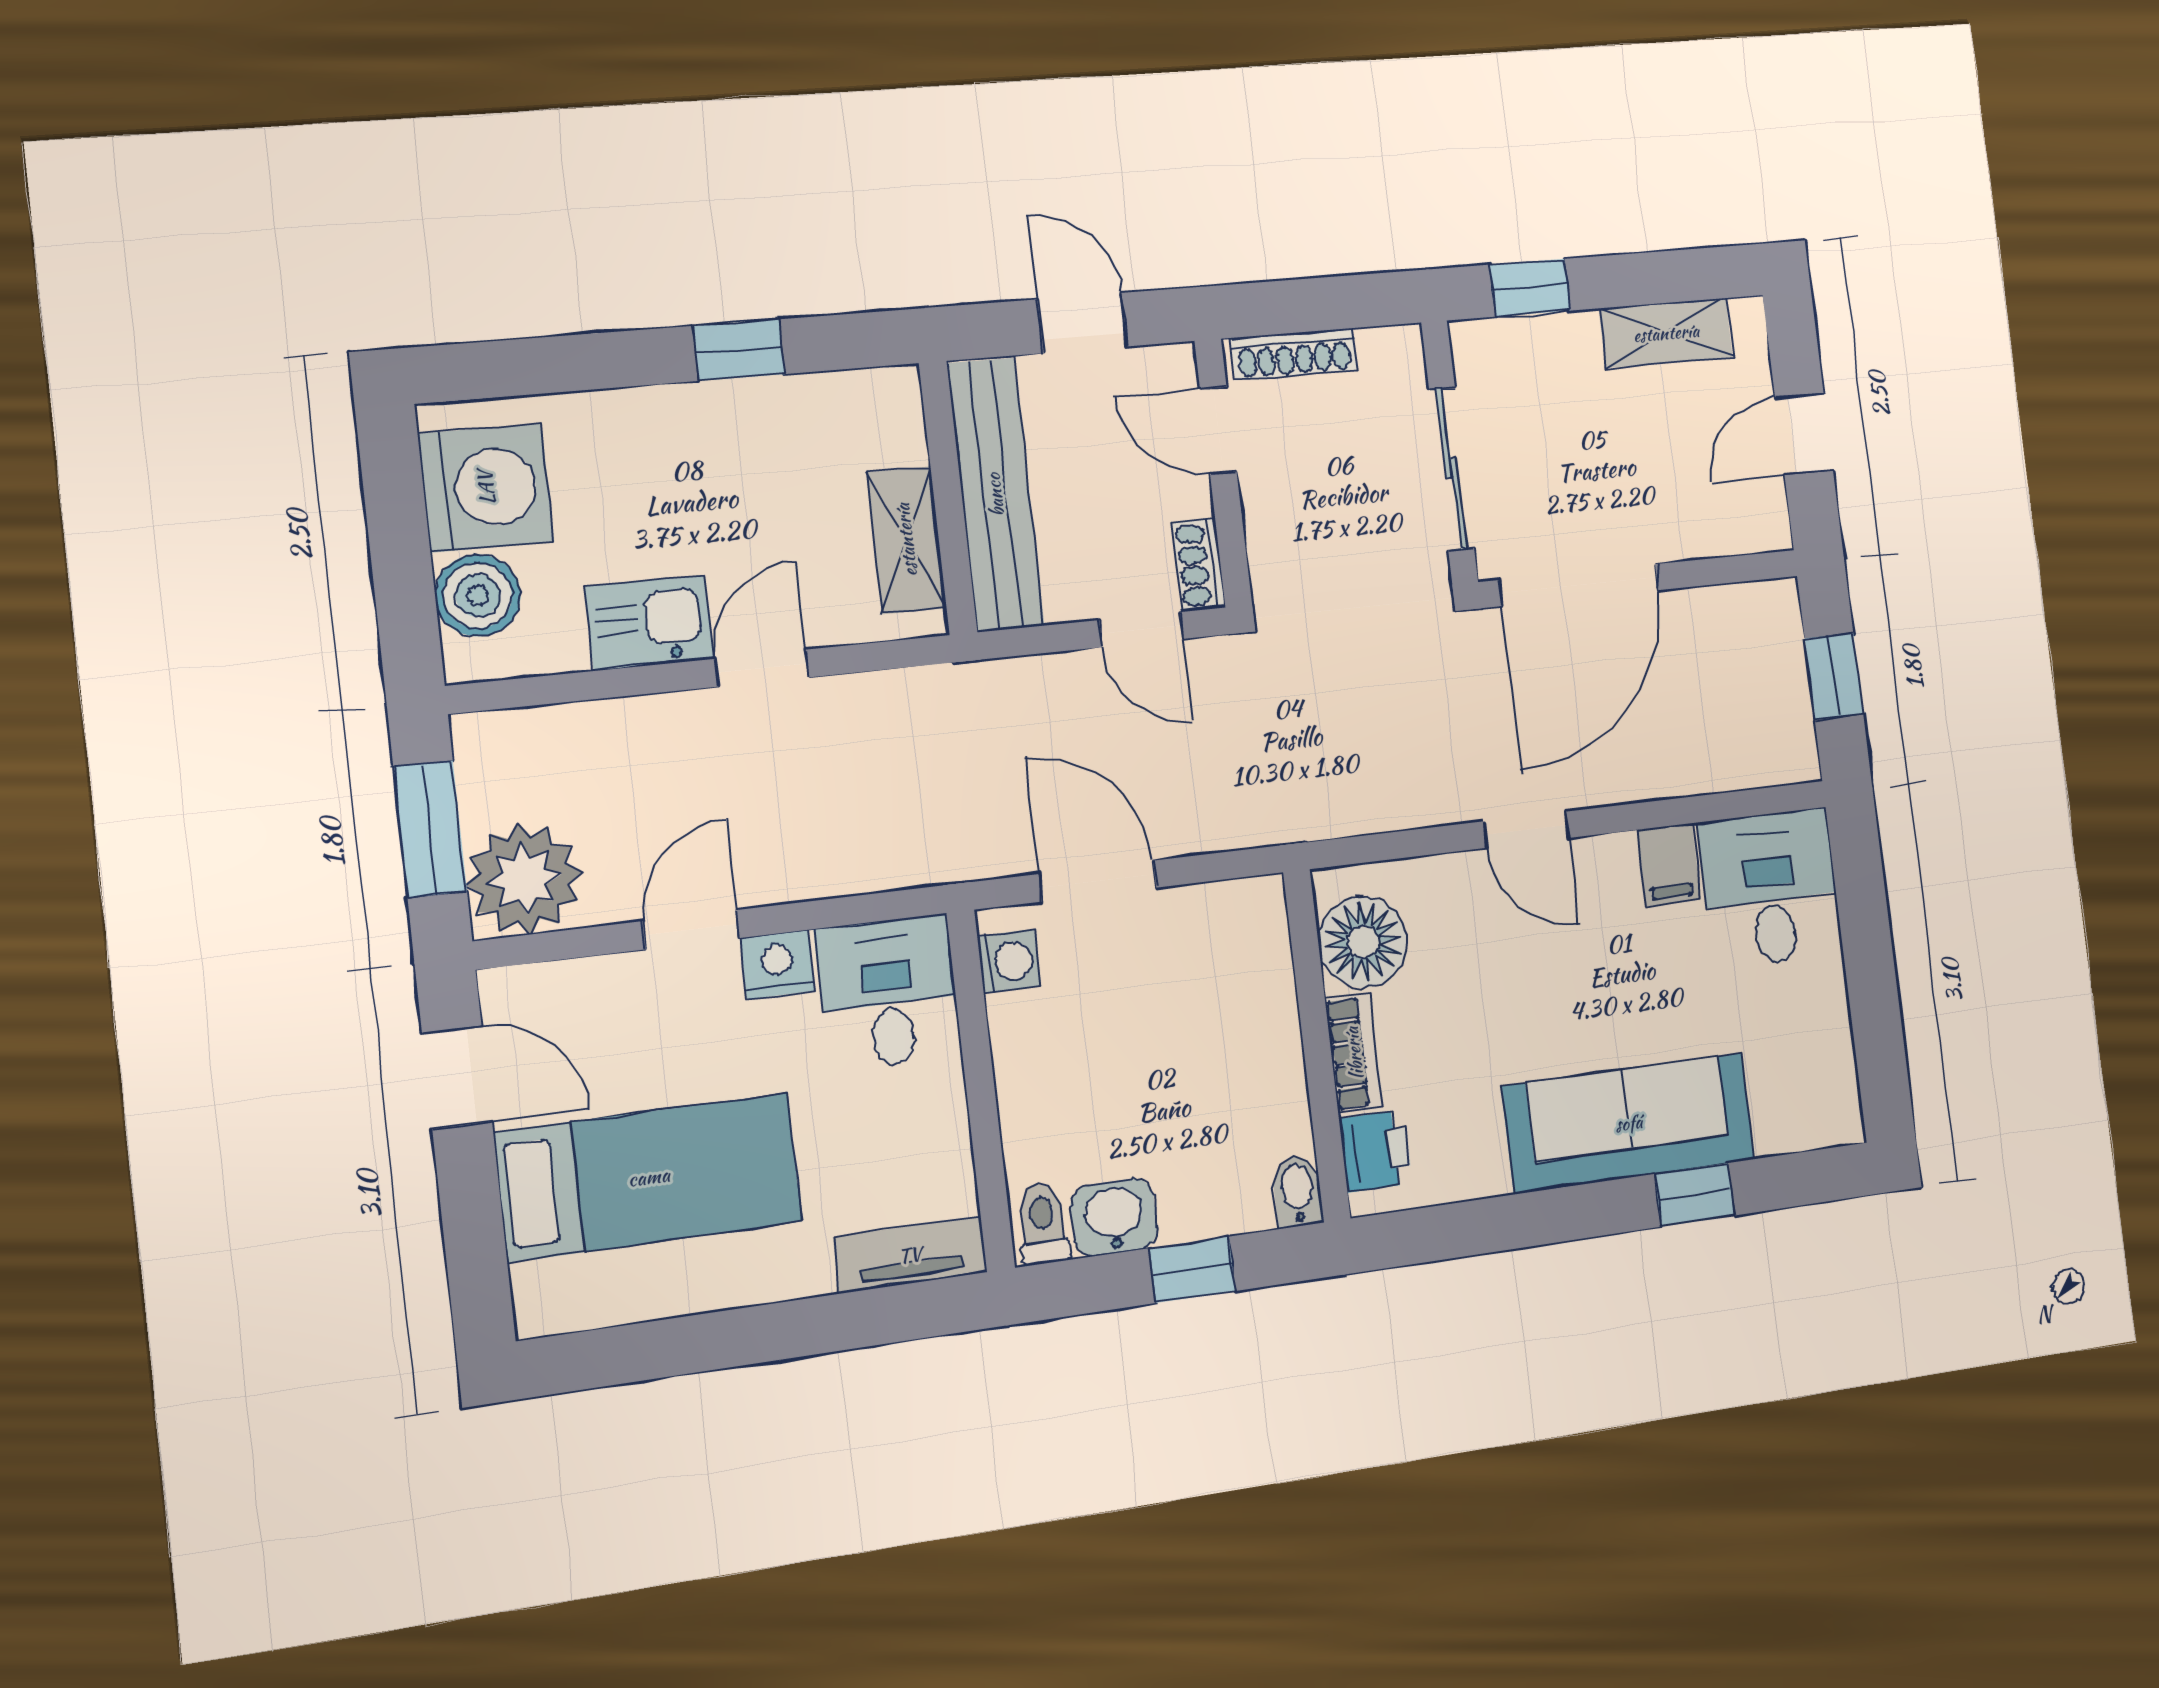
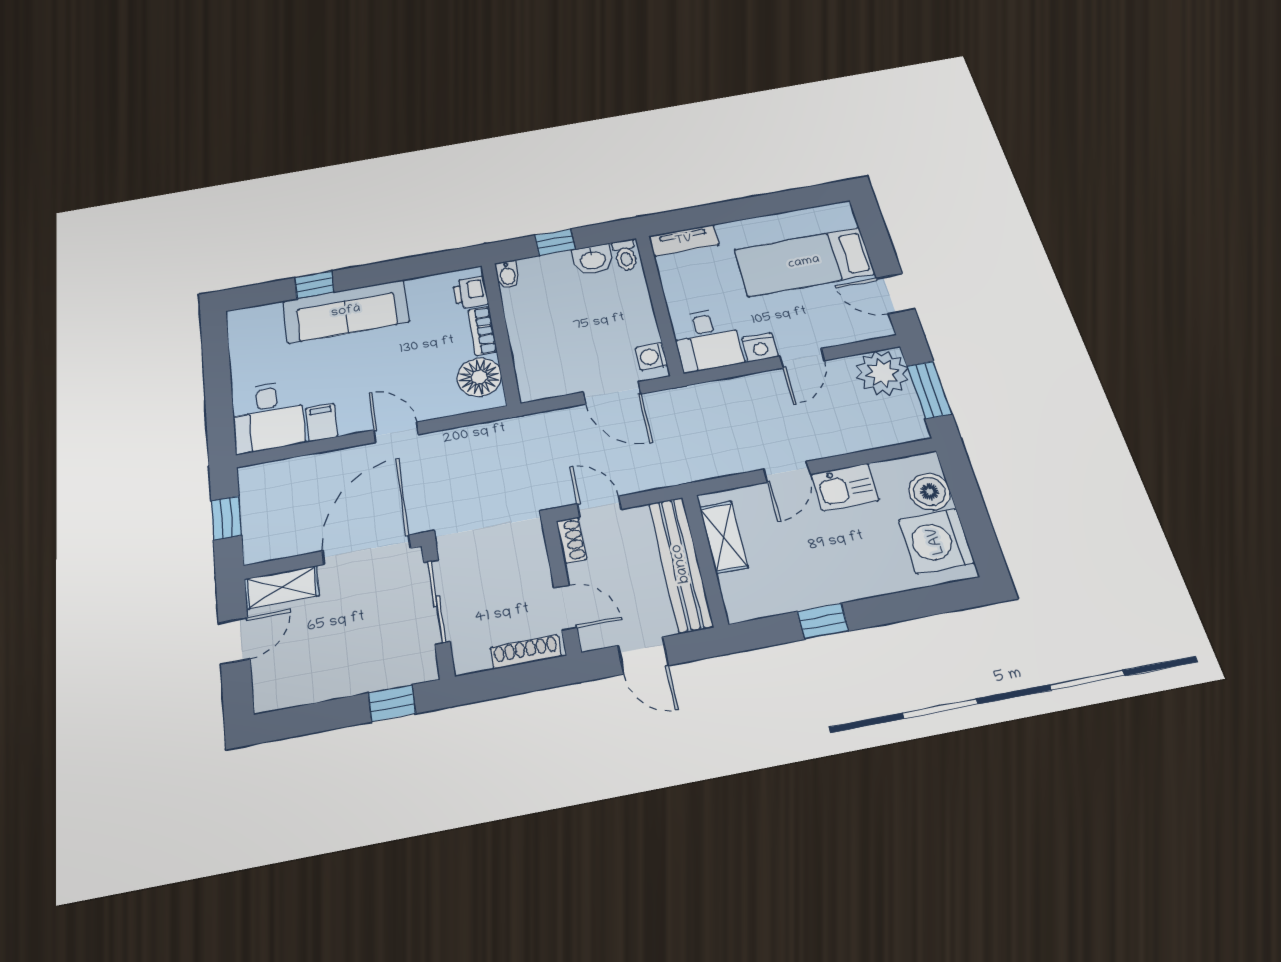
shelving: (1666, 333) -> (282, 587), moved

